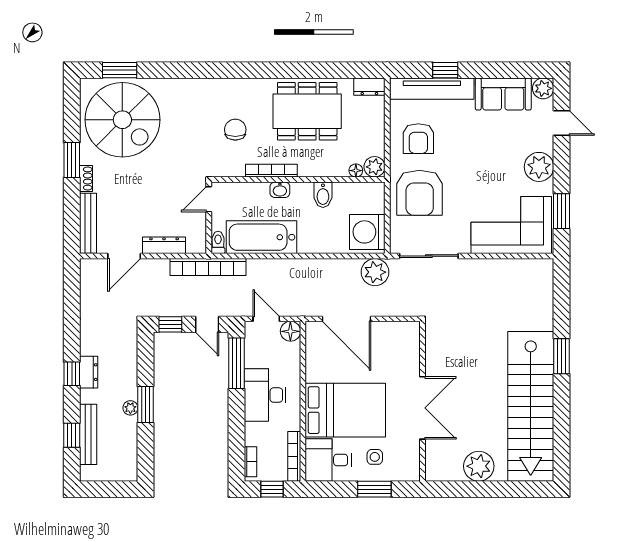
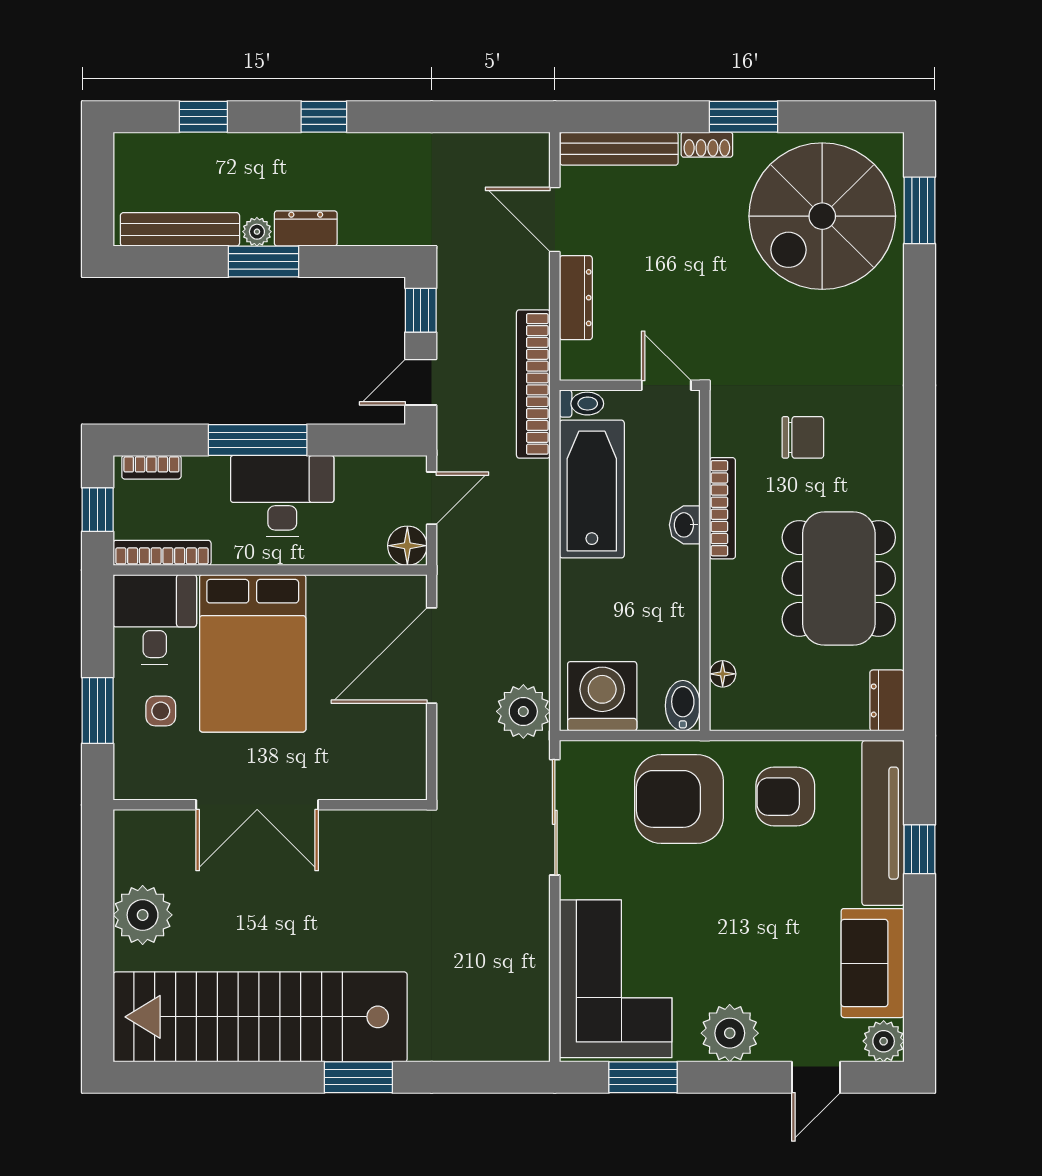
plant: (375, 167) -> (730, 711), removed
bidet: (323, 195) -> (683, 706), moved, turned 90
window: (237, 363) -> (258, 440), moved
dresser: (89, 372) -> (306, 228), moved, turned 180
bench: (88, 434) -> (180, 229), moved

